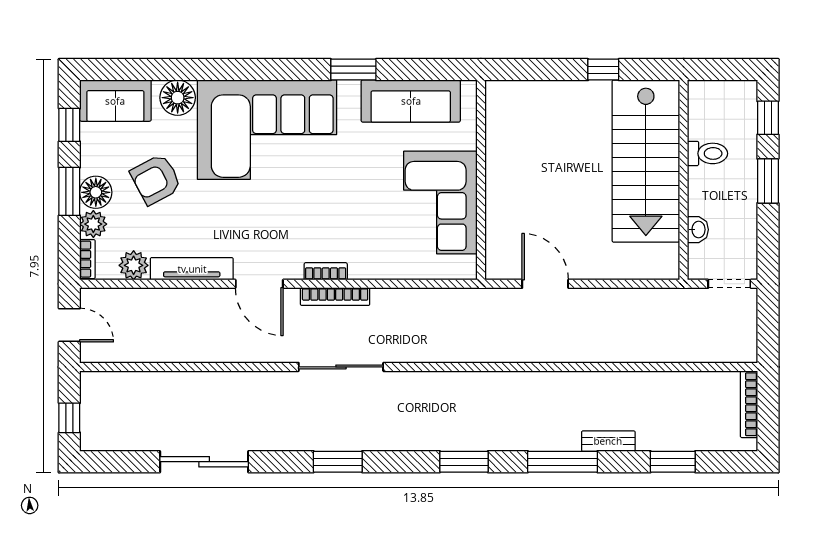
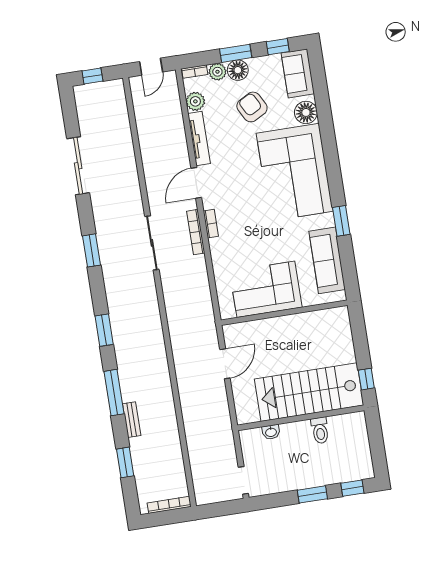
toilet: (707, 153) -> (320, 430), moved
stairs: (646, 161) -> (309, 392), moved
wall: (684, 180) -> (301, 418), moved
washbasin: (698, 230) -> (271, 432), moved

